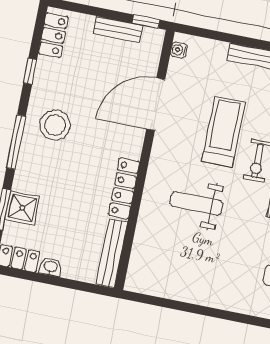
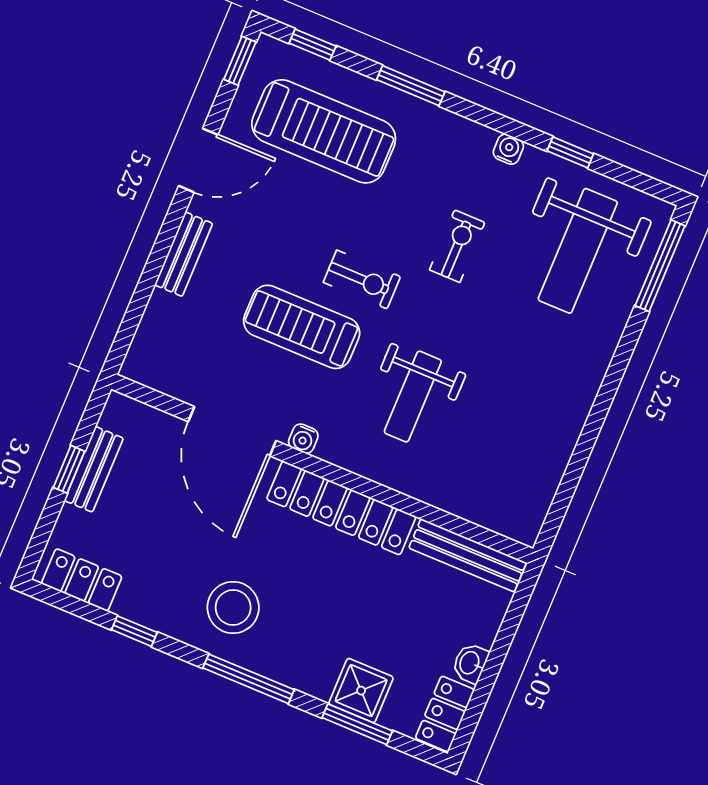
window: (146, 21) -> (69, 469), moved
water cooler: (179, 50) -> (303, 439), moved
locker: (124, 188) -> (341, 508), width x1.41, depth x1.21

